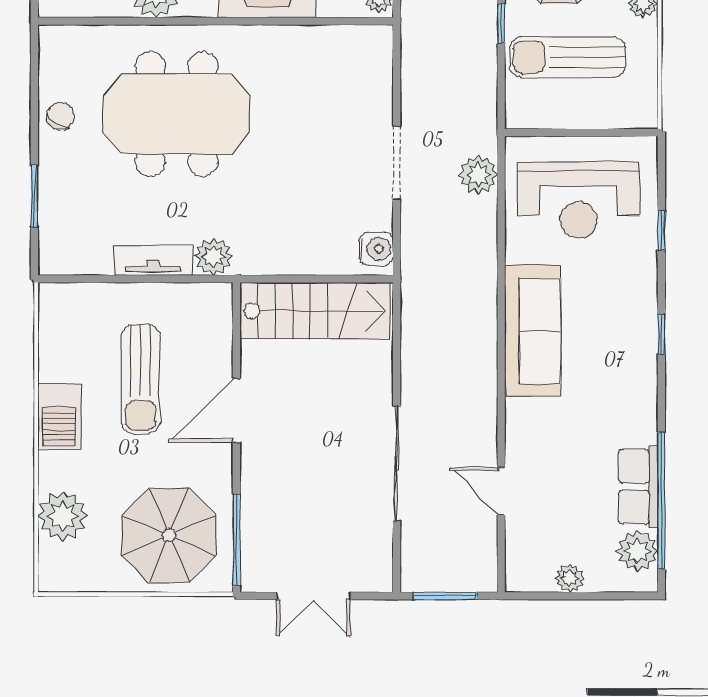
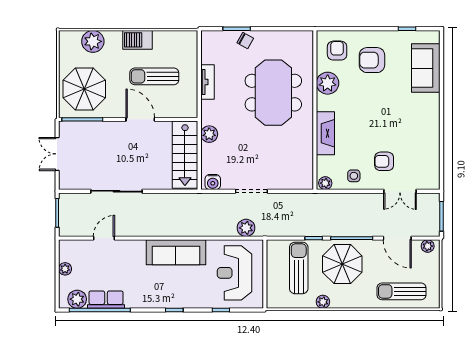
chair: (61, 116) -> (245, 41), moved
plant: (213, 257) -> (209, 134), moved

